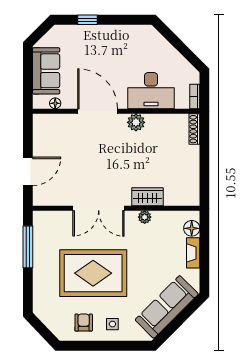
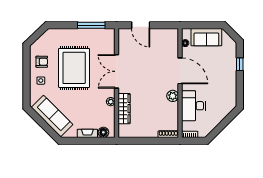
door: (98, 111) -> (180, 71), hinge flipped
wardrobe: (148, 197) -> (124, 109), width x1.50

